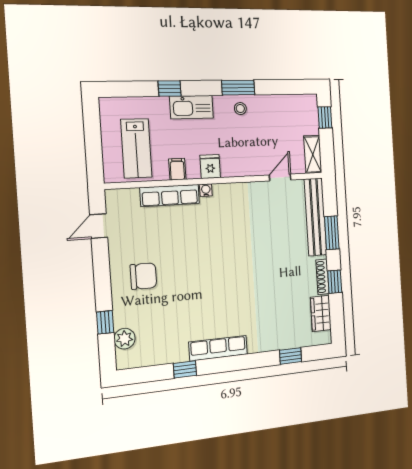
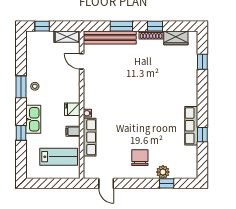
plant: (125, 339) -> (163, 172), moved
row of seats: (218, 348) -> (191, 126), moved

